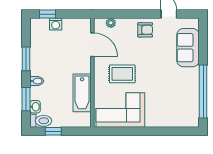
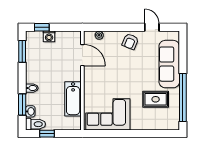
armchair: (145, 30) -> (130, 42), turned 112
sofa: (188, 48) -> (169, 64), width x1.36
window: (26, 59) -> (22, 51), moved
rug: (122, 74) -> (156, 99), moved

